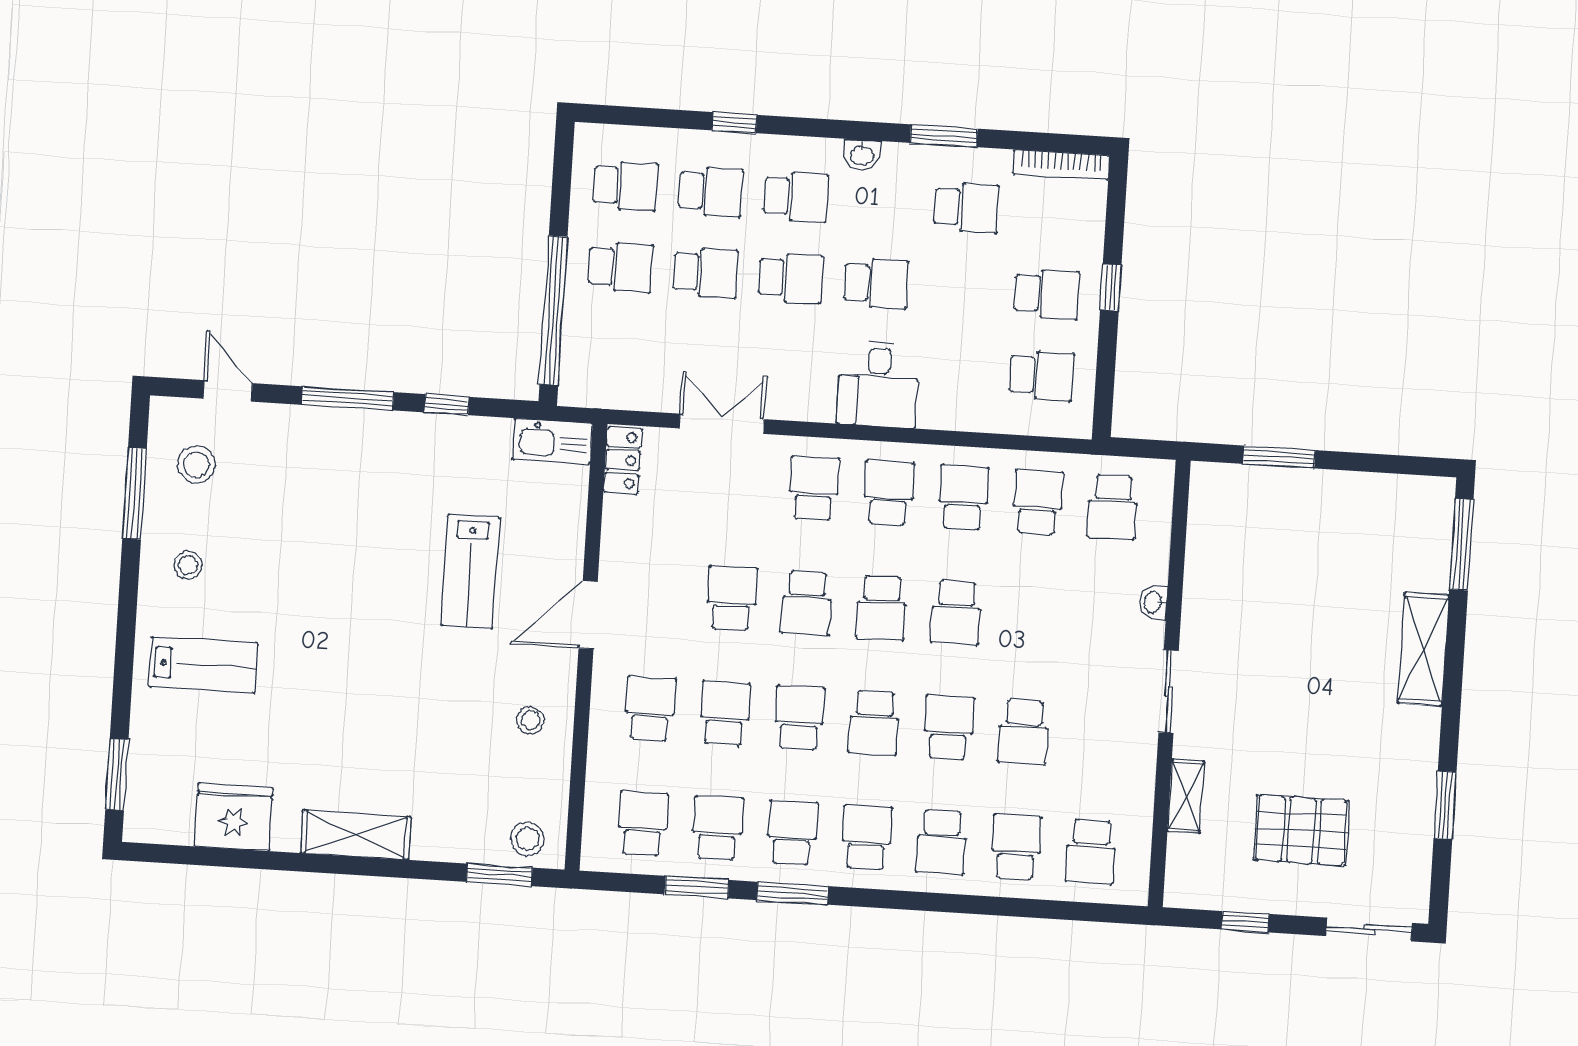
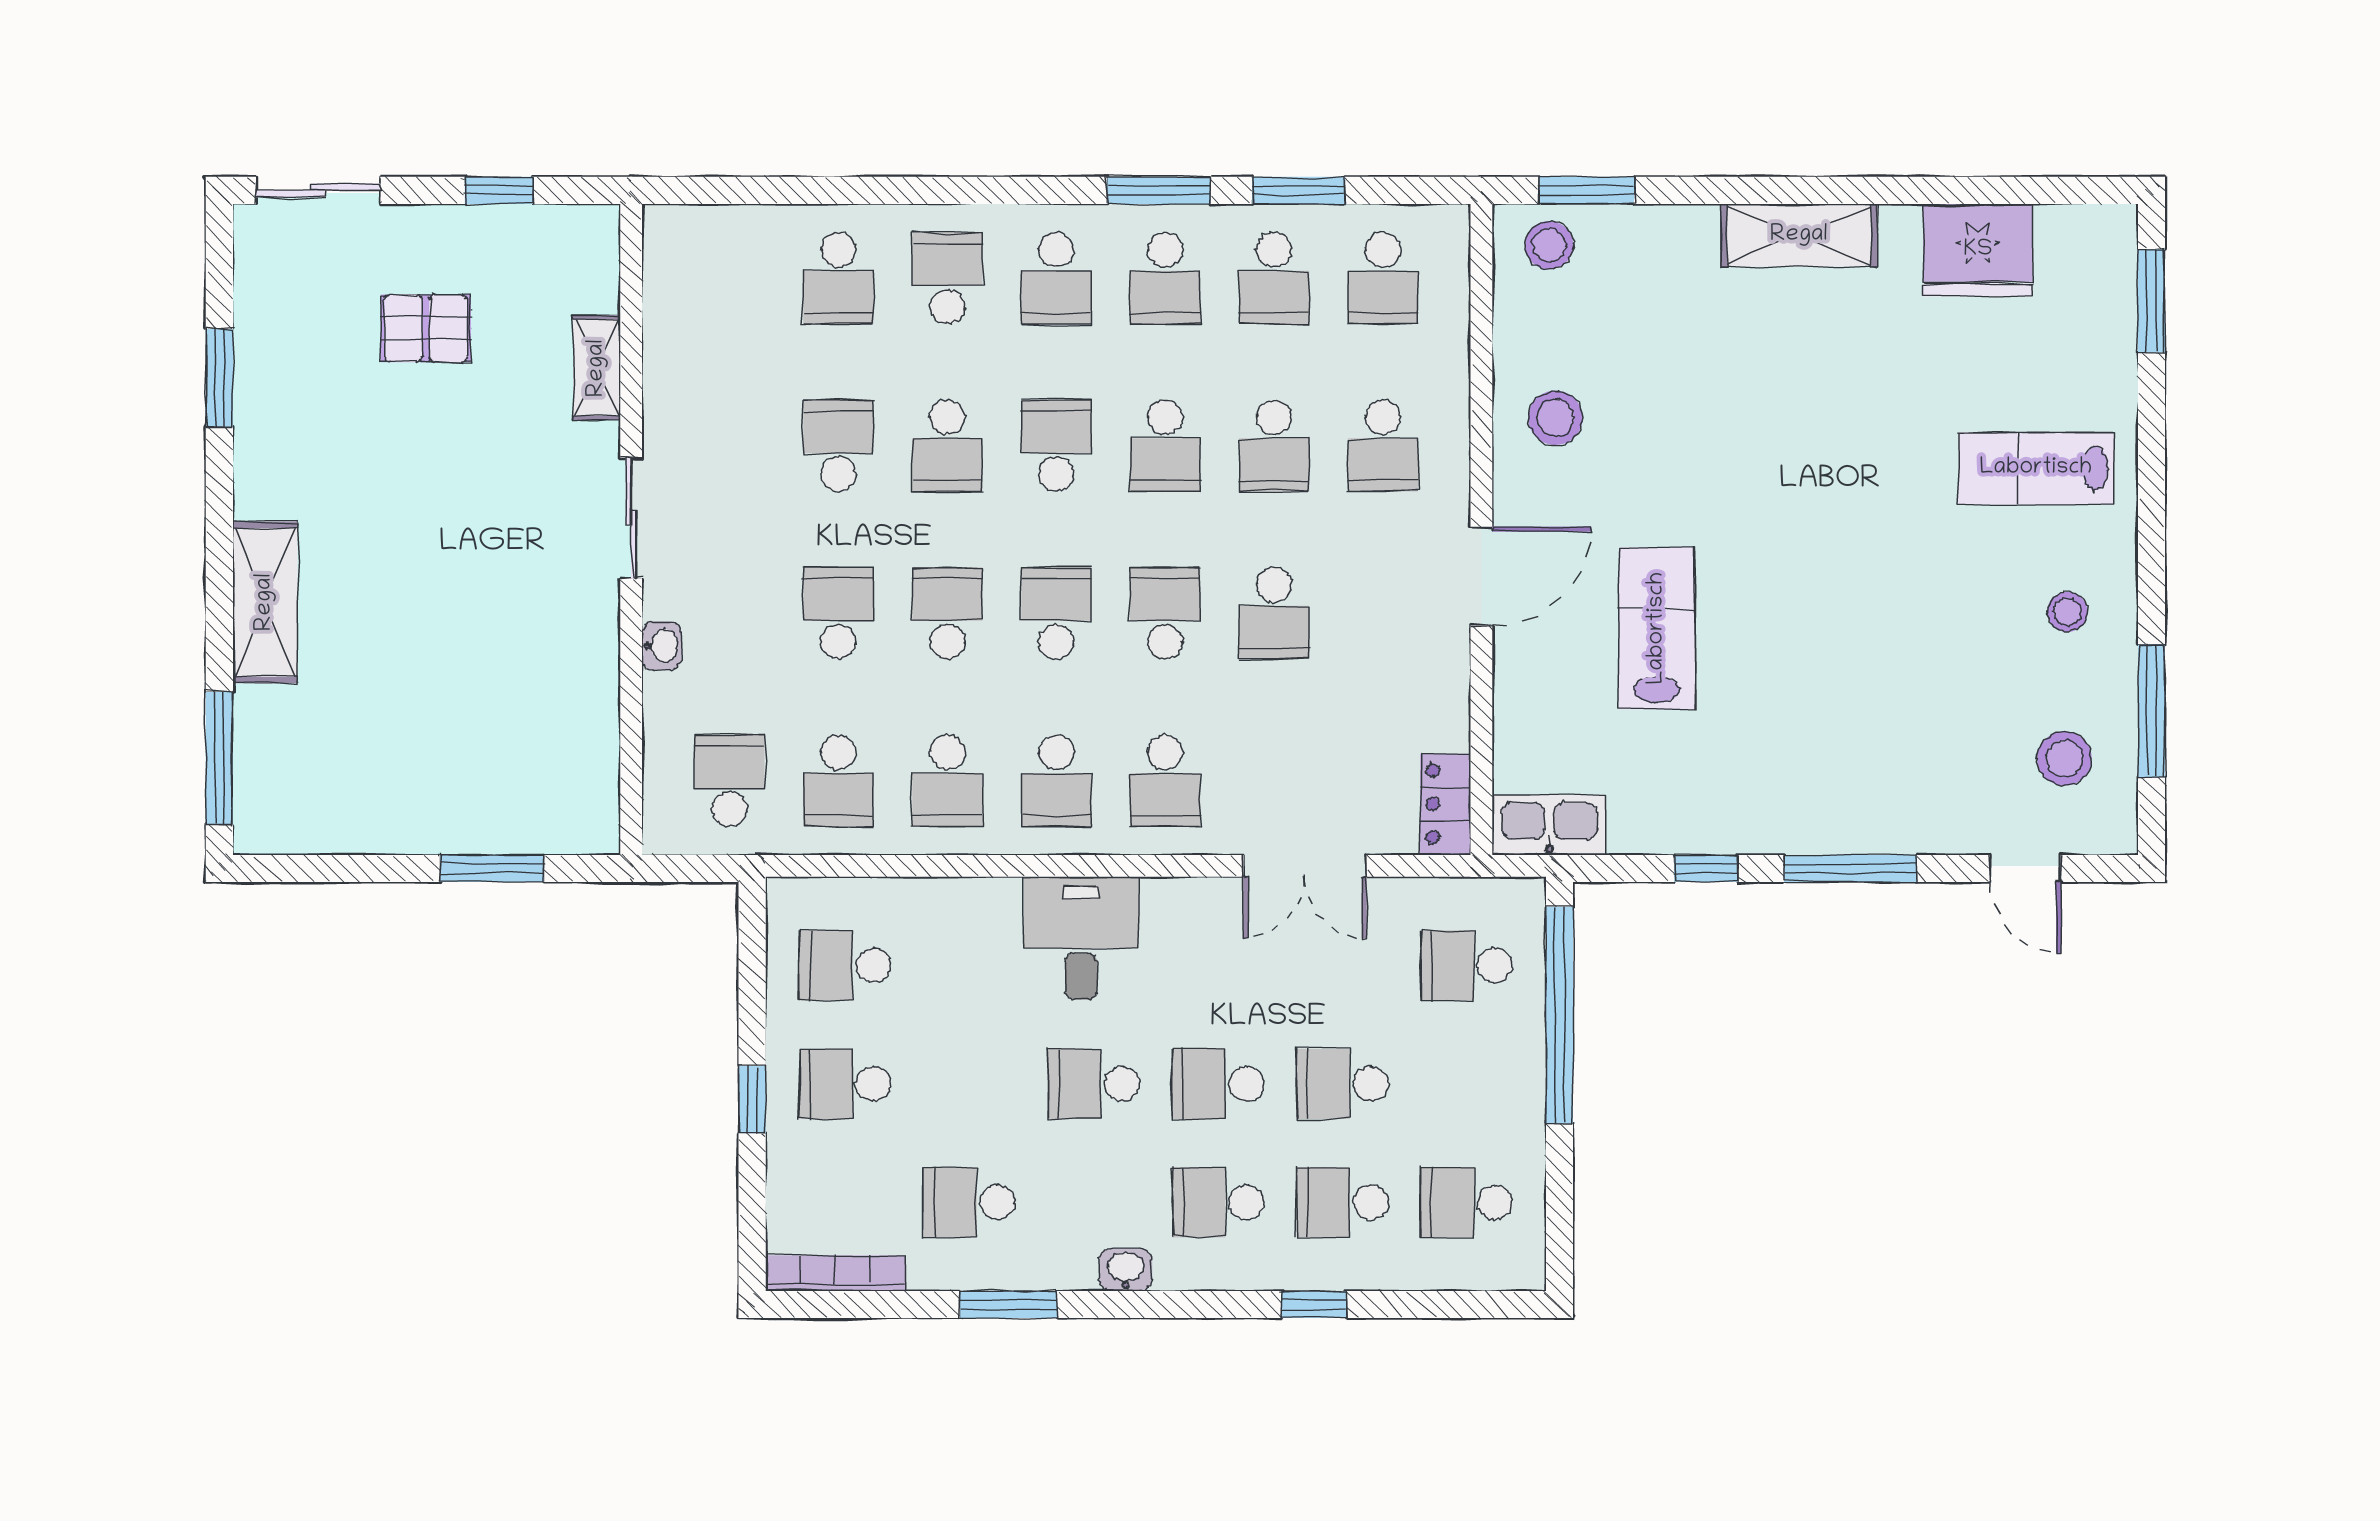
school desk: (620, 267) -> (1467, 965), moved
stool: (531, 720) -> (1555, 418), width x1.37, depth x1.37
pallet: (1301, 830) -> (426, 328), width x0.67, depth x0.71
school desk: (1091, 852) -> (838, 613), moved

